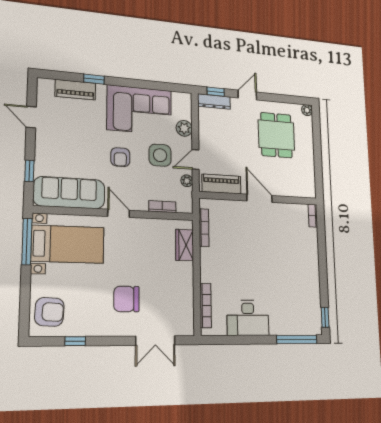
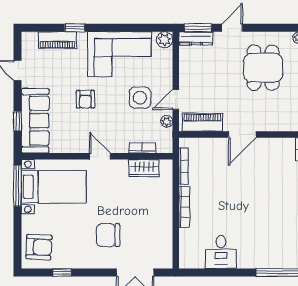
window: (216, 92) -> (198, 28), width x1.50
plant: (184, 128) -> (164, 40), moved
armchair: (120, 157) -> (85, 99), moved
sofa: (69, 193) -> (35, 121), moved, turned 90
door: (259, 198) -> (242, 135), swing flipped
wardrobe: (185, 245) -> (144, 168), moved, turned -90
bookcase: (206, 305) -> (184, 207), moved
desk: (248, 318) -> (221, 252), width x0.73

